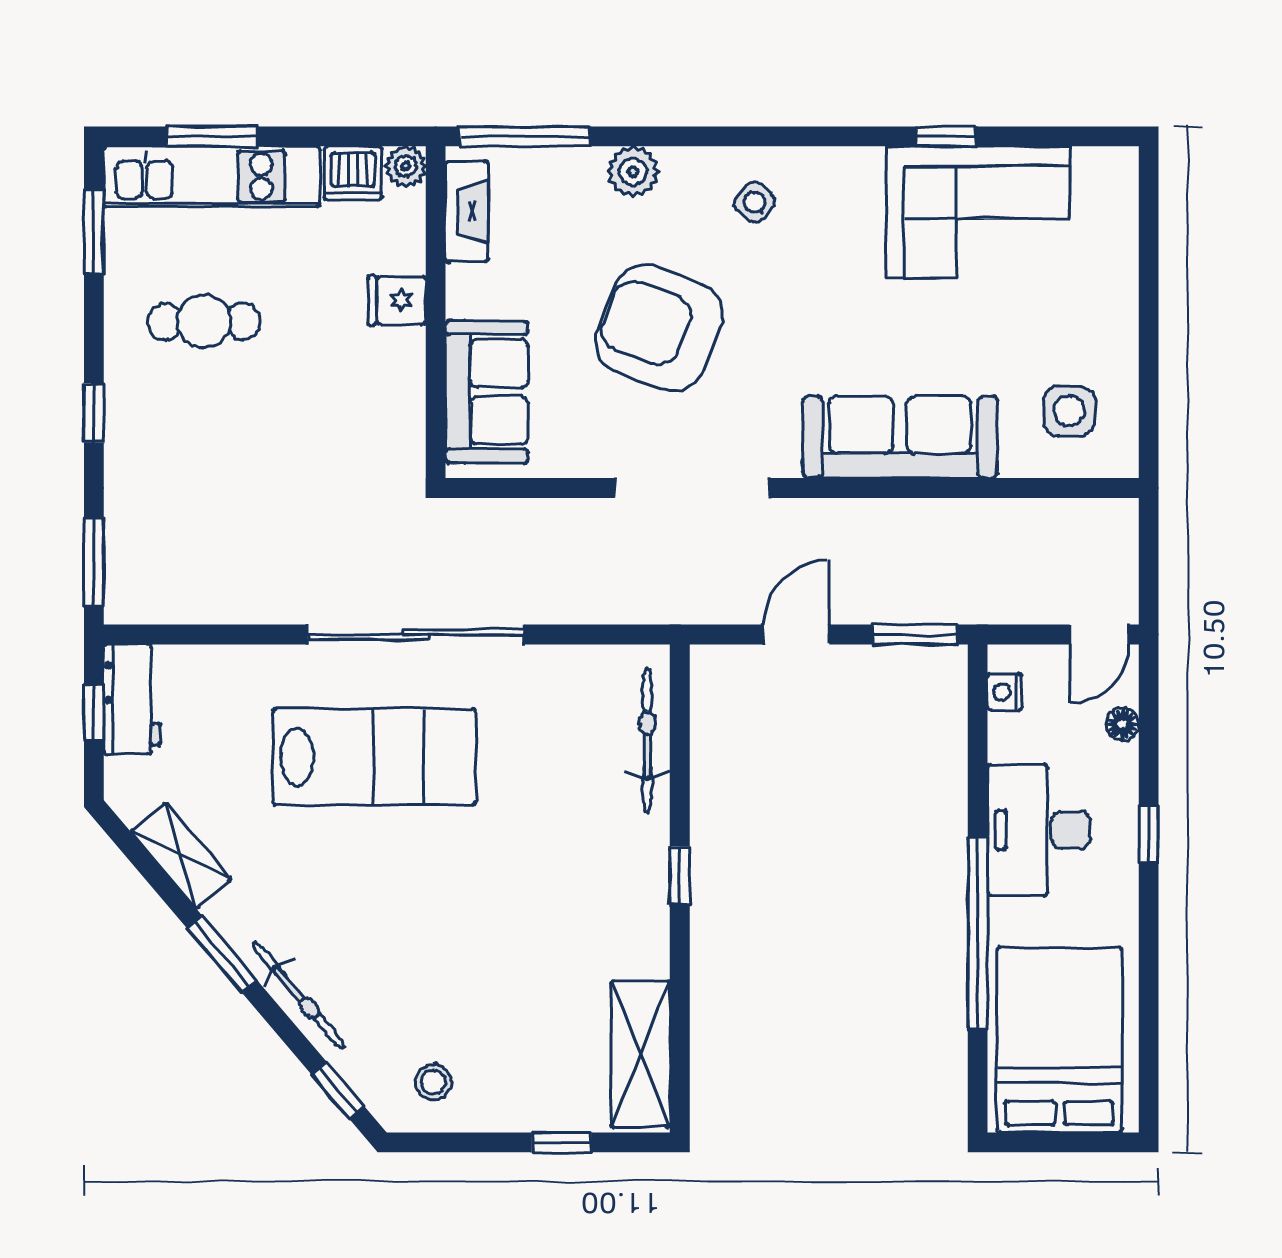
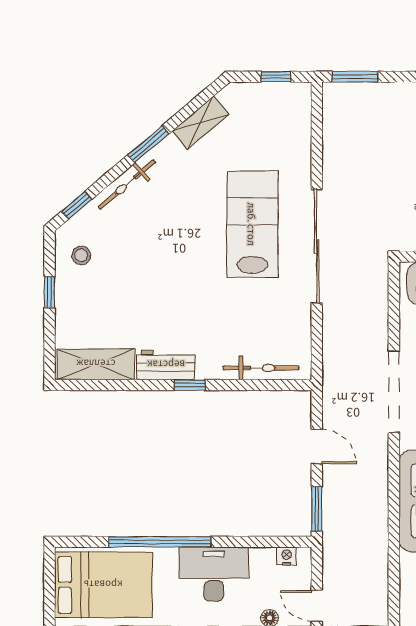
workbench: (132, 699) -> (166, 365), moved, turned 180
lab bench: (374, 757) -> (252, 224), turned 180
window: (561, 1142) -> (49, 292), moved

